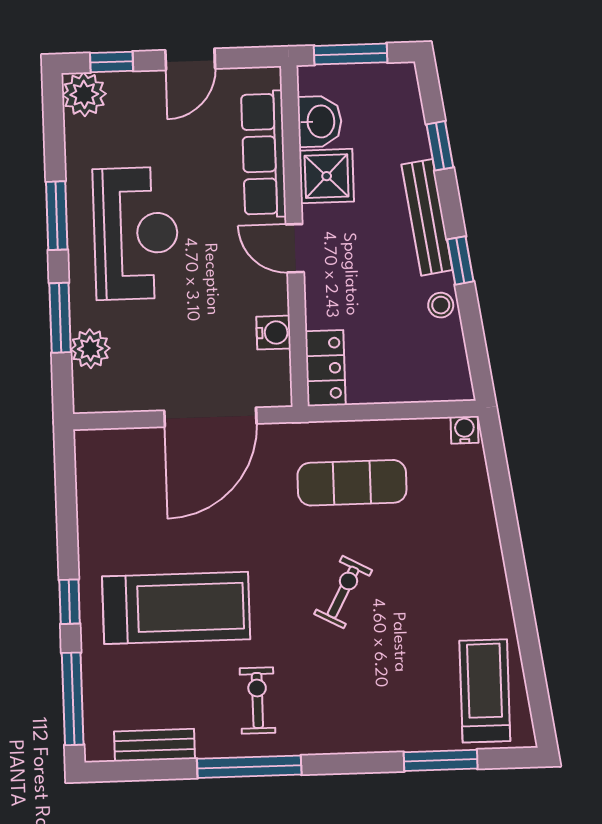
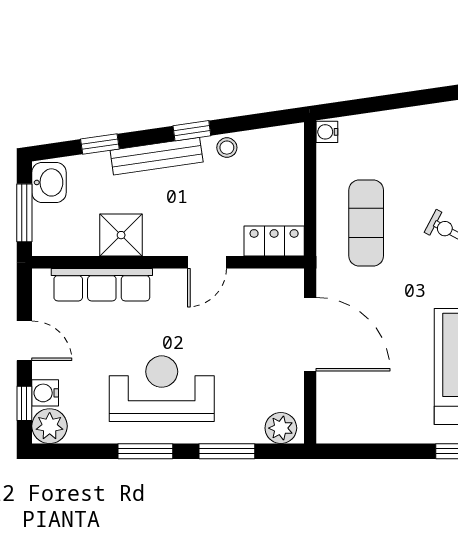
washbasin: (320, 121) -> (49, 182), moved, turned 90
door: (295, 248) -> (207, 262), moved
water cooler: (273, 333) -> (45, 393), moved, turned -90
plant: (90, 349) -> (281, 428), moved

